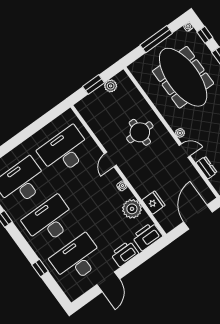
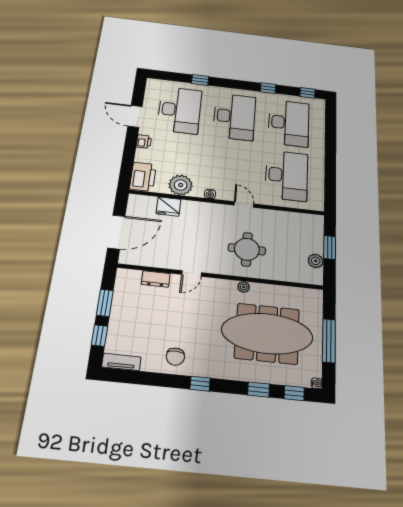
plant: (180, 133) -> (244, 287), moved
door: (198, 217) -> (116, 232), hinge flipped
printer: (125, 254) -> (144, 142), width x0.53, depth x0.68

